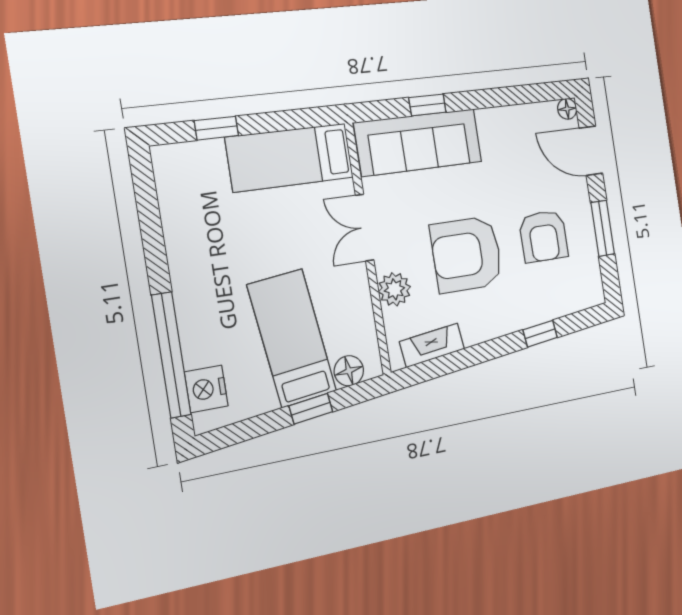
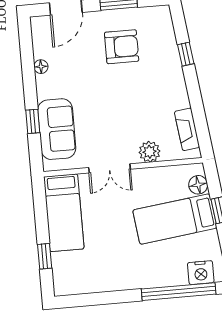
floor lamp: (567, 109) -> (41, 67), moved
sofa: (418, 142) -> (57, 129), width x0.73
armchair: (467, 254) -> (130, 102), removed

